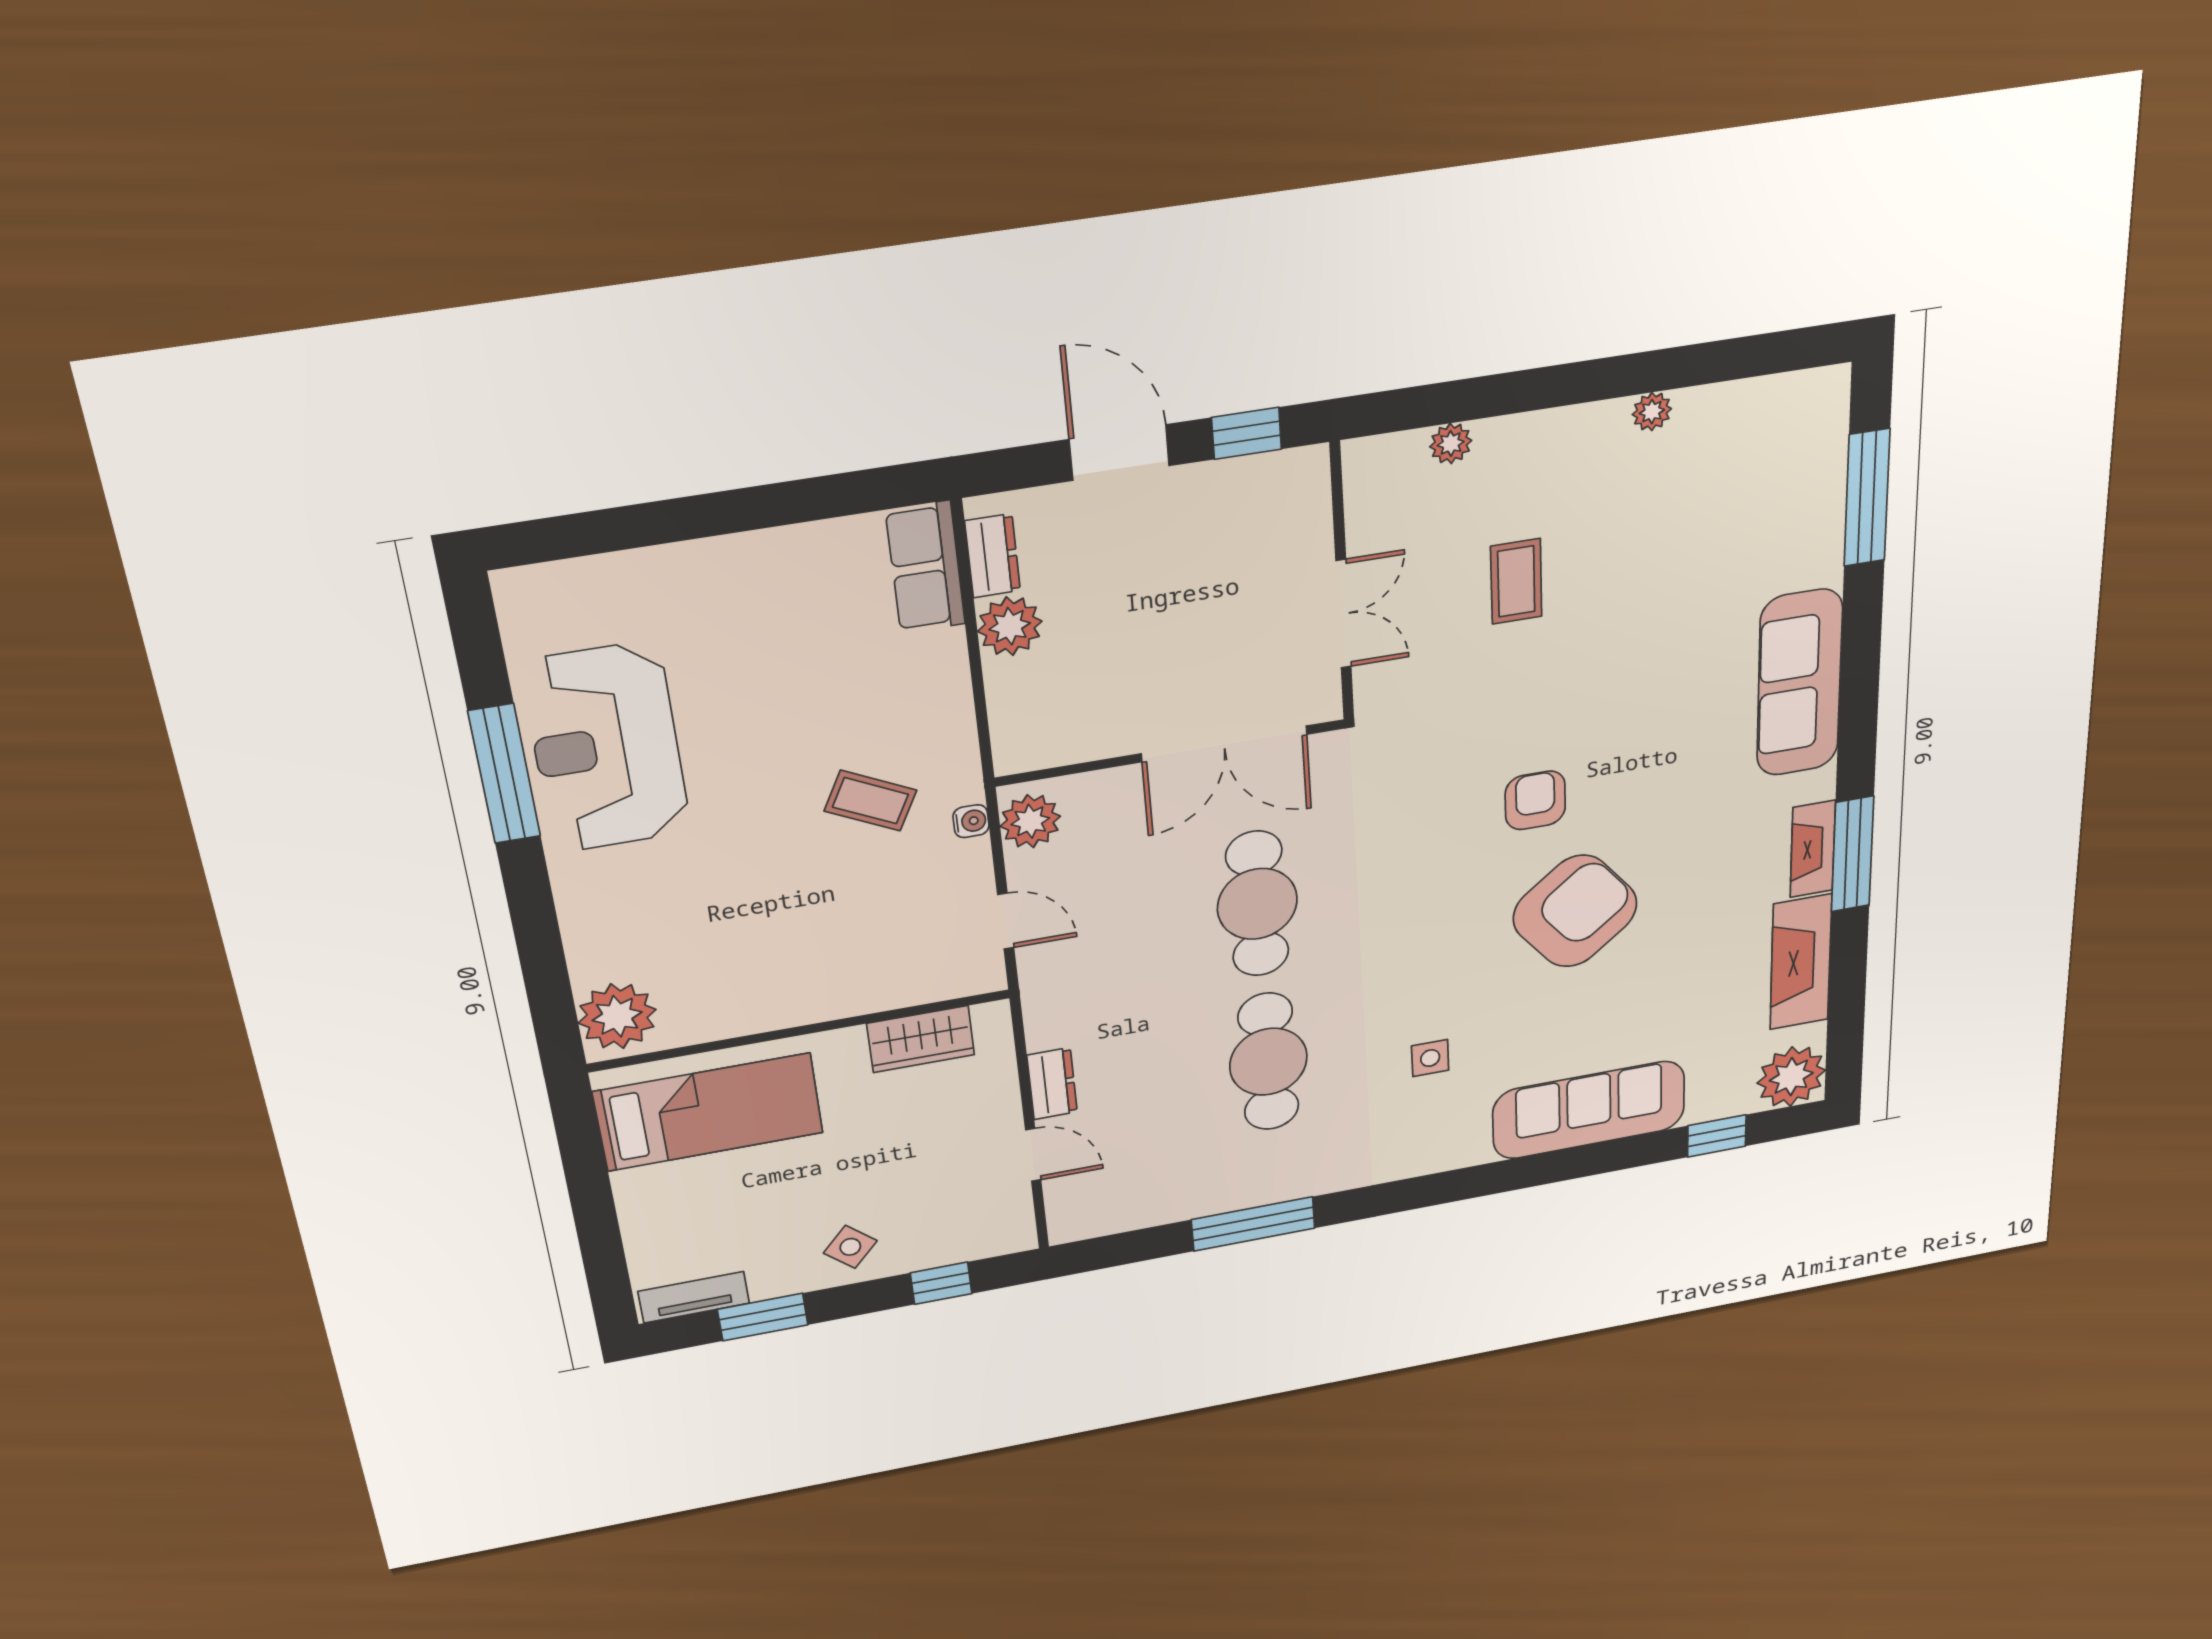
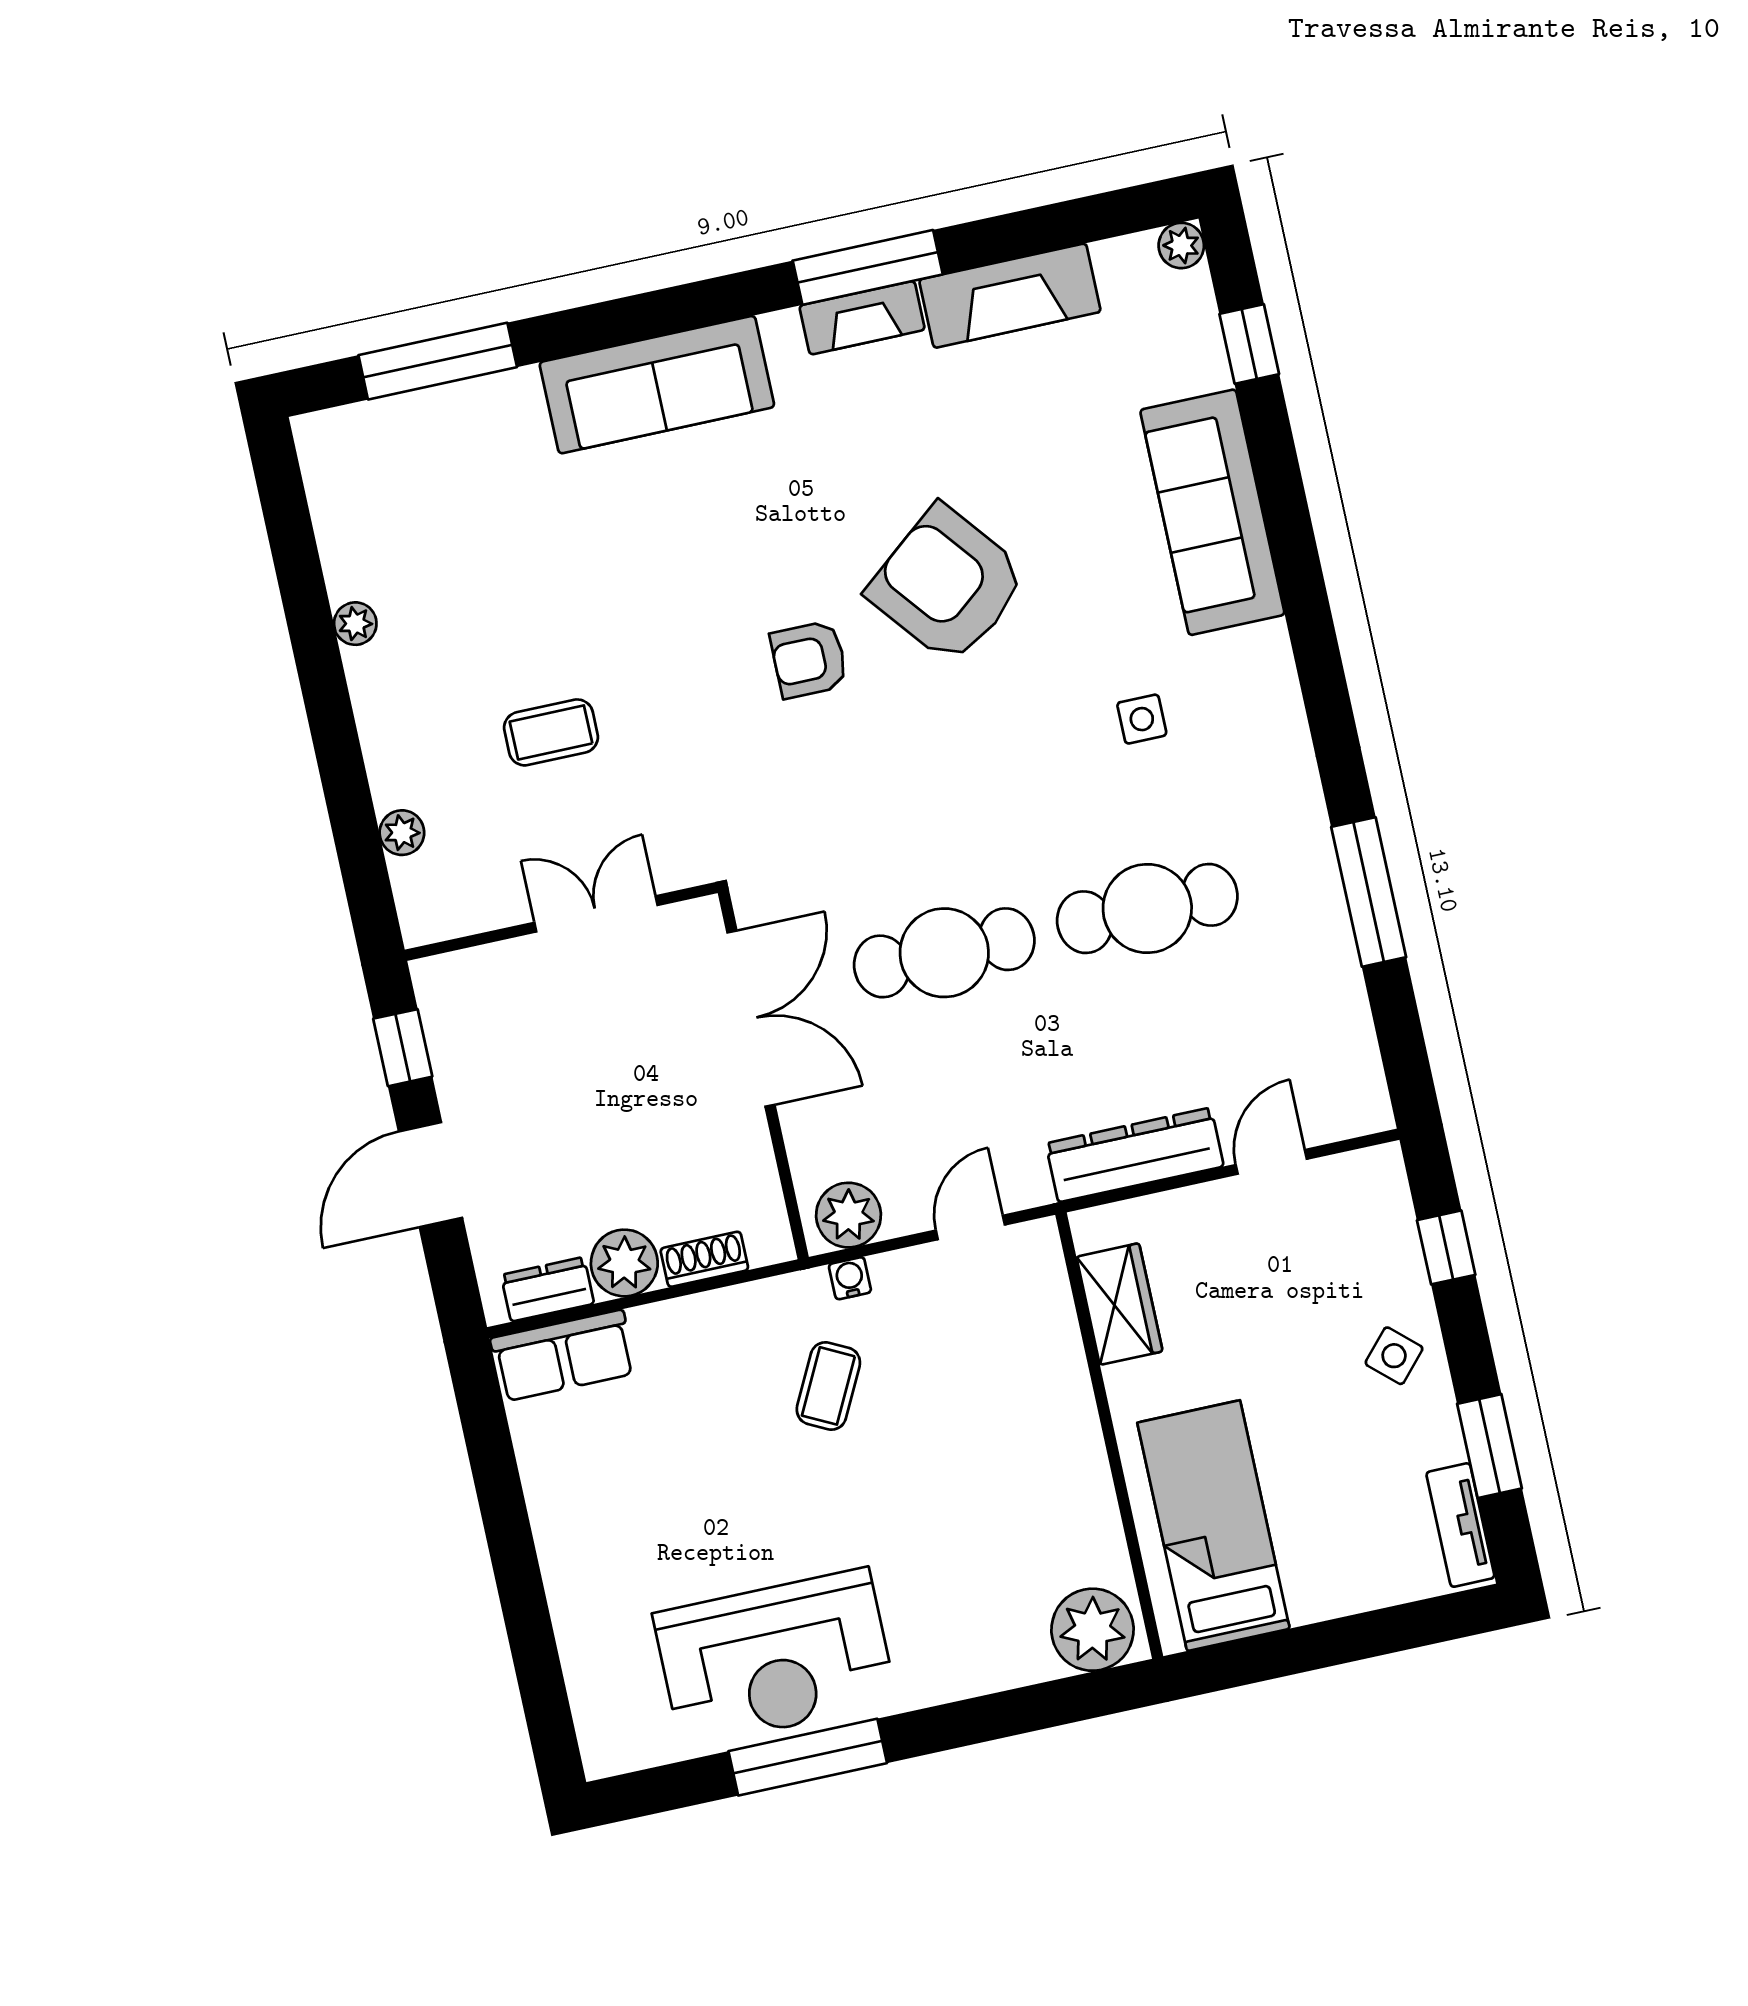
shoe rack: (1004, 697) -> (704, 1259), added
plant: (1791, 1077) -> (1181, 246), width x0.53, depth x0.53
dresser: (1052, 1084) -> (1135, 1155), width x1.96, depth x1.24

